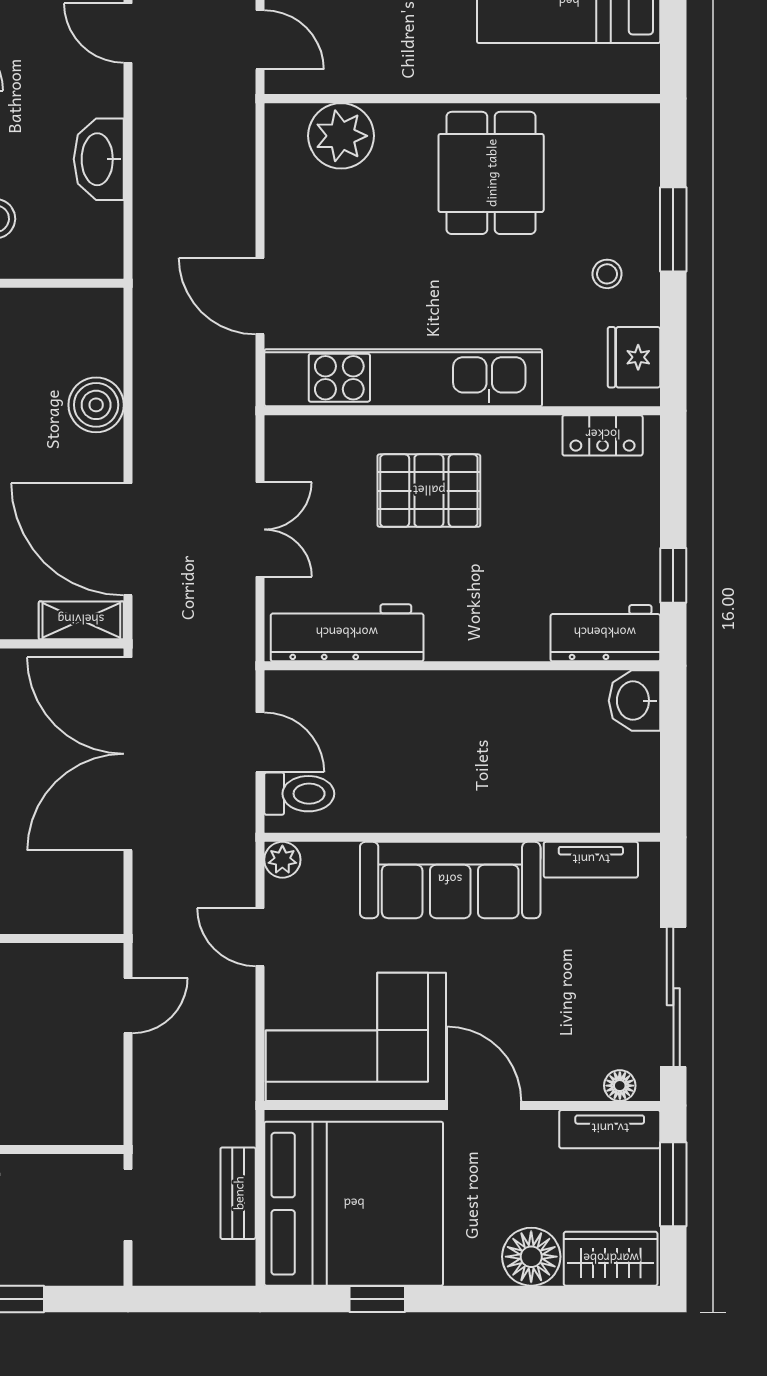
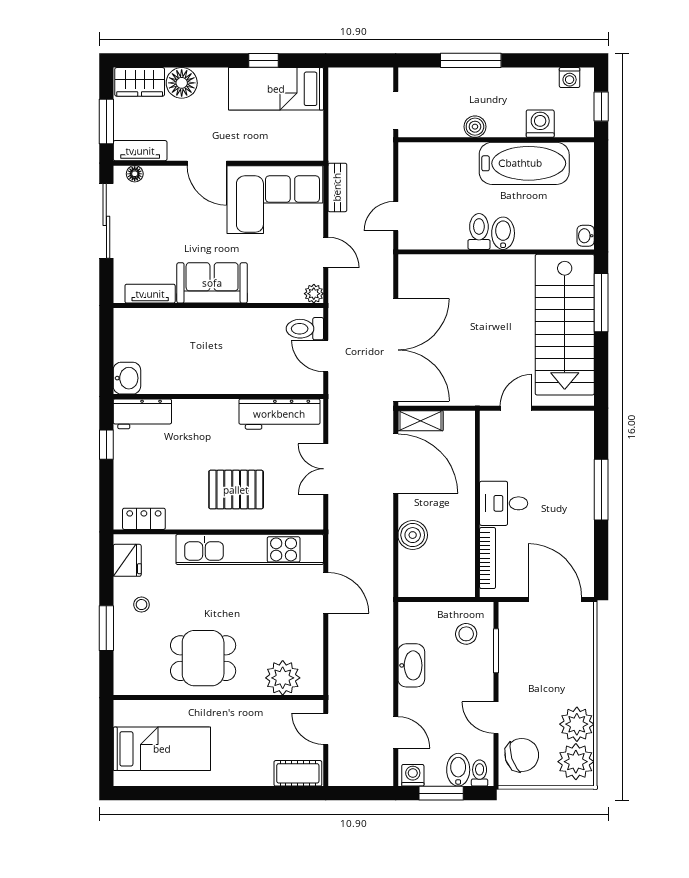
dining table: (491, 173) -> (203, 658), turned 90
sofa: (450, 880) -> (212, 283), width x0.73
bench: (238, 1193) -> (337, 187), moved
bed: (354, 1204) -> (276, 89), width x0.49

